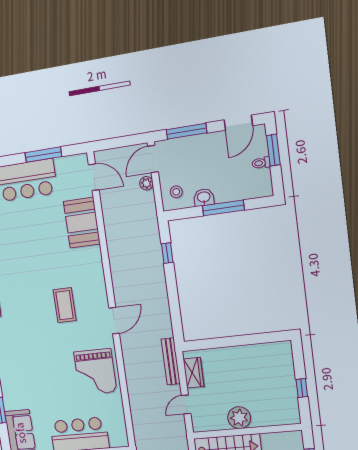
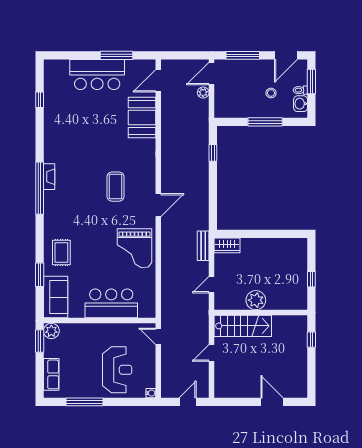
door: (94, 177) -> (158, 81), swing flipped
stool: (176, 192) -> (271, 93), moved
washbasin: (204, 197) -> (301, 104), moved, turned -90
bench: (171, 361) -> (203, 246), width x0.73
wardrobe: (193, 373) -> (227, 245), moved, turned 90
rug: (19, 384) -> (61, 252), added

